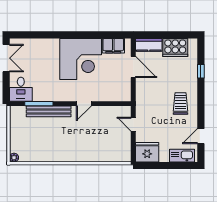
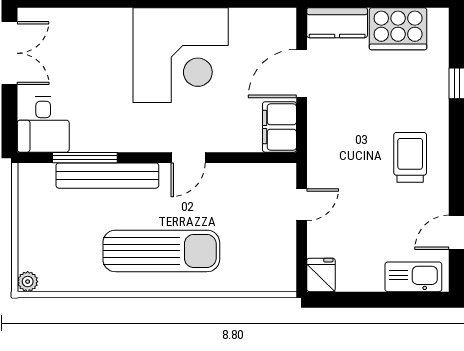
filing cabinet: (113, 46) -> (279, 127), moved, turned 90
door: (133, 67) -> (302, 73), swing flipped
door: (133, 124) -> (302, 205), swing flipped
sun lounger: (72, 144) -> (161, 251), added
fridge: (147, 152) -> (321, 275), width x0.53, depth x0.75

